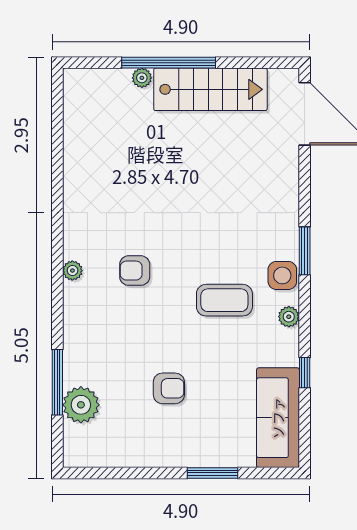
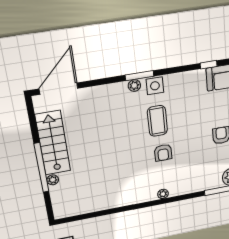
armchair: (135, 271) -> (163, 153), moved
coffee table: (224, 300) -> (157, 121), moved
plant: (289, 317) -> (134, 85), moved

